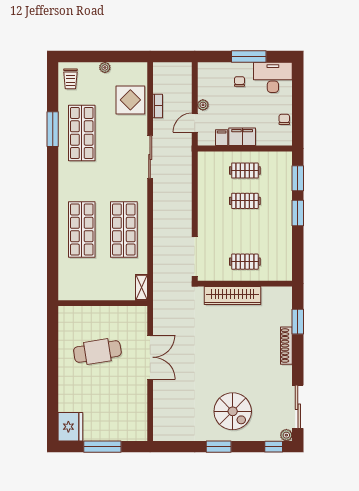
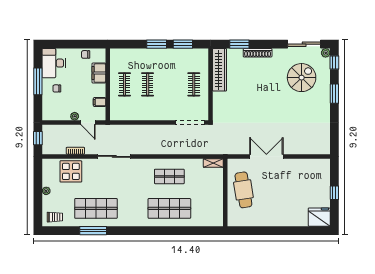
window: (174, 57) -> (38, 138), added
filing cabinet: (242, 137) -> (99, 73), moved
window: (298, 178) -> (183, 44), moved
shop shelf: (124, 230) -> (169, 176), width x0.70, depth x0.74
wardrobe: (233, 296) -> (220, 70), moved
cafe table: (97, 352) -> (243, 190), moved
spiral stairs: (233, 411) -> (302, 78), moved
window: (102, 447) -> (334, 193), width x0.46
window: (219, 447) -> (334, 94), moved

